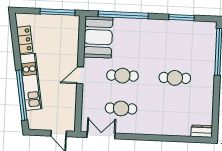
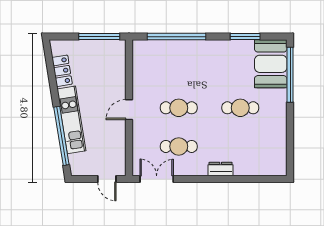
booth: (98, 37) -> (271, 64), moved
dresser: (202, 131) -> (221, 169), moved

